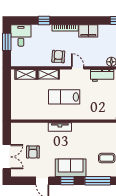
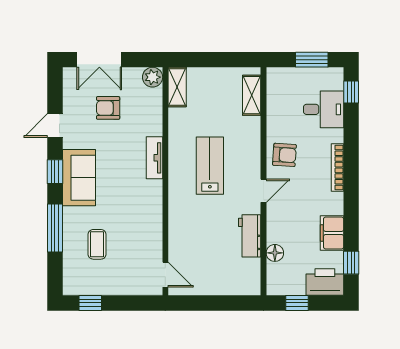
window: (44, 20) -> (351, 92), moved
filing cabinet: (88, 31) -> (332, 233), moved
desk: (21, 35) -> (324, 109), moved
shelving: (48, 74) -> (177, 87), moved
plant: (16, 128) -> (153, 77), added

